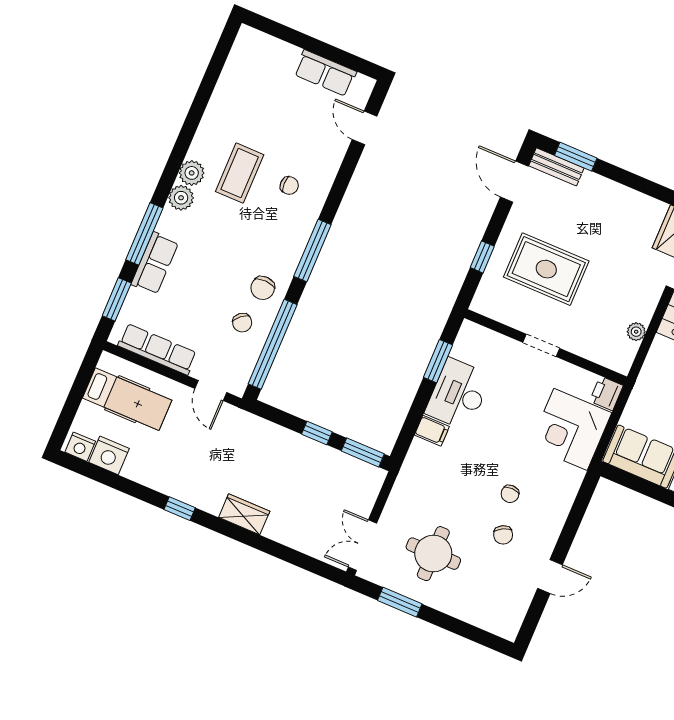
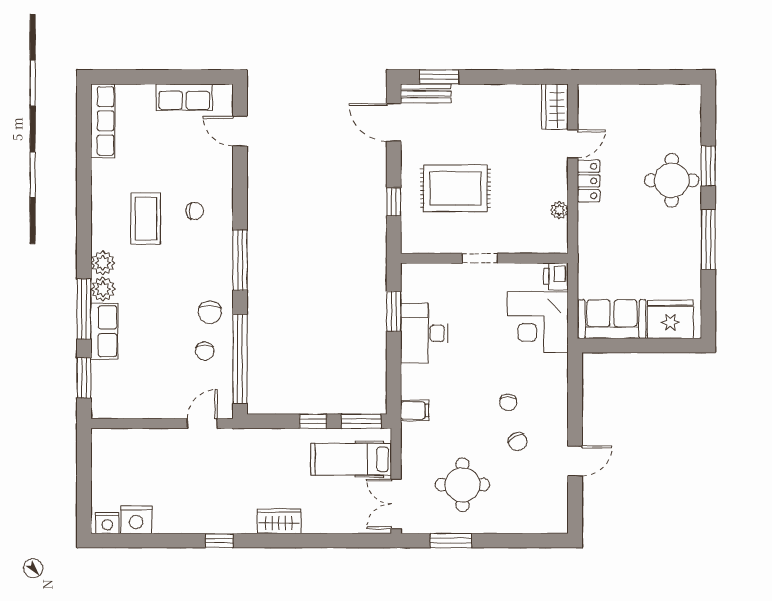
plant: (192, 173) -> (103, 289), moved
chair: (242, 323) -> (205, 351), turned 40
row of seats: (157, 349) -> (103, 121), moved, turned 90
door: (211, 391) -> (202, 424), swing flipped
hospital bed: (127, 399) -> (351, 459), moved, turned 180
filing cabinet: (432, 431) -> (415, 410), moved

